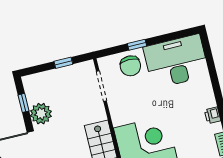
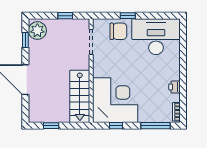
chair: (130, 66) -> (118, 31), turned -90
plant: (41, 114) -> (37, 31), moved

